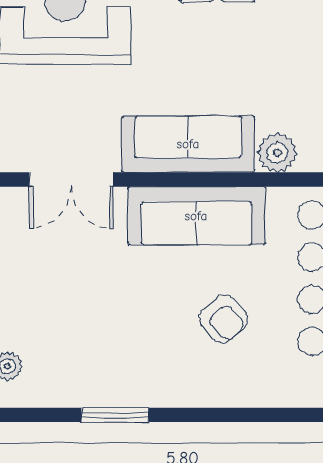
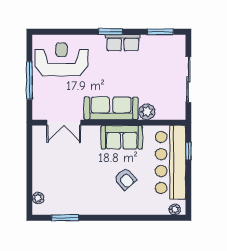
sofa: (196, 216) -> (122, 137), width x0.73
window: (115, 415) -> (65, 218), moved

